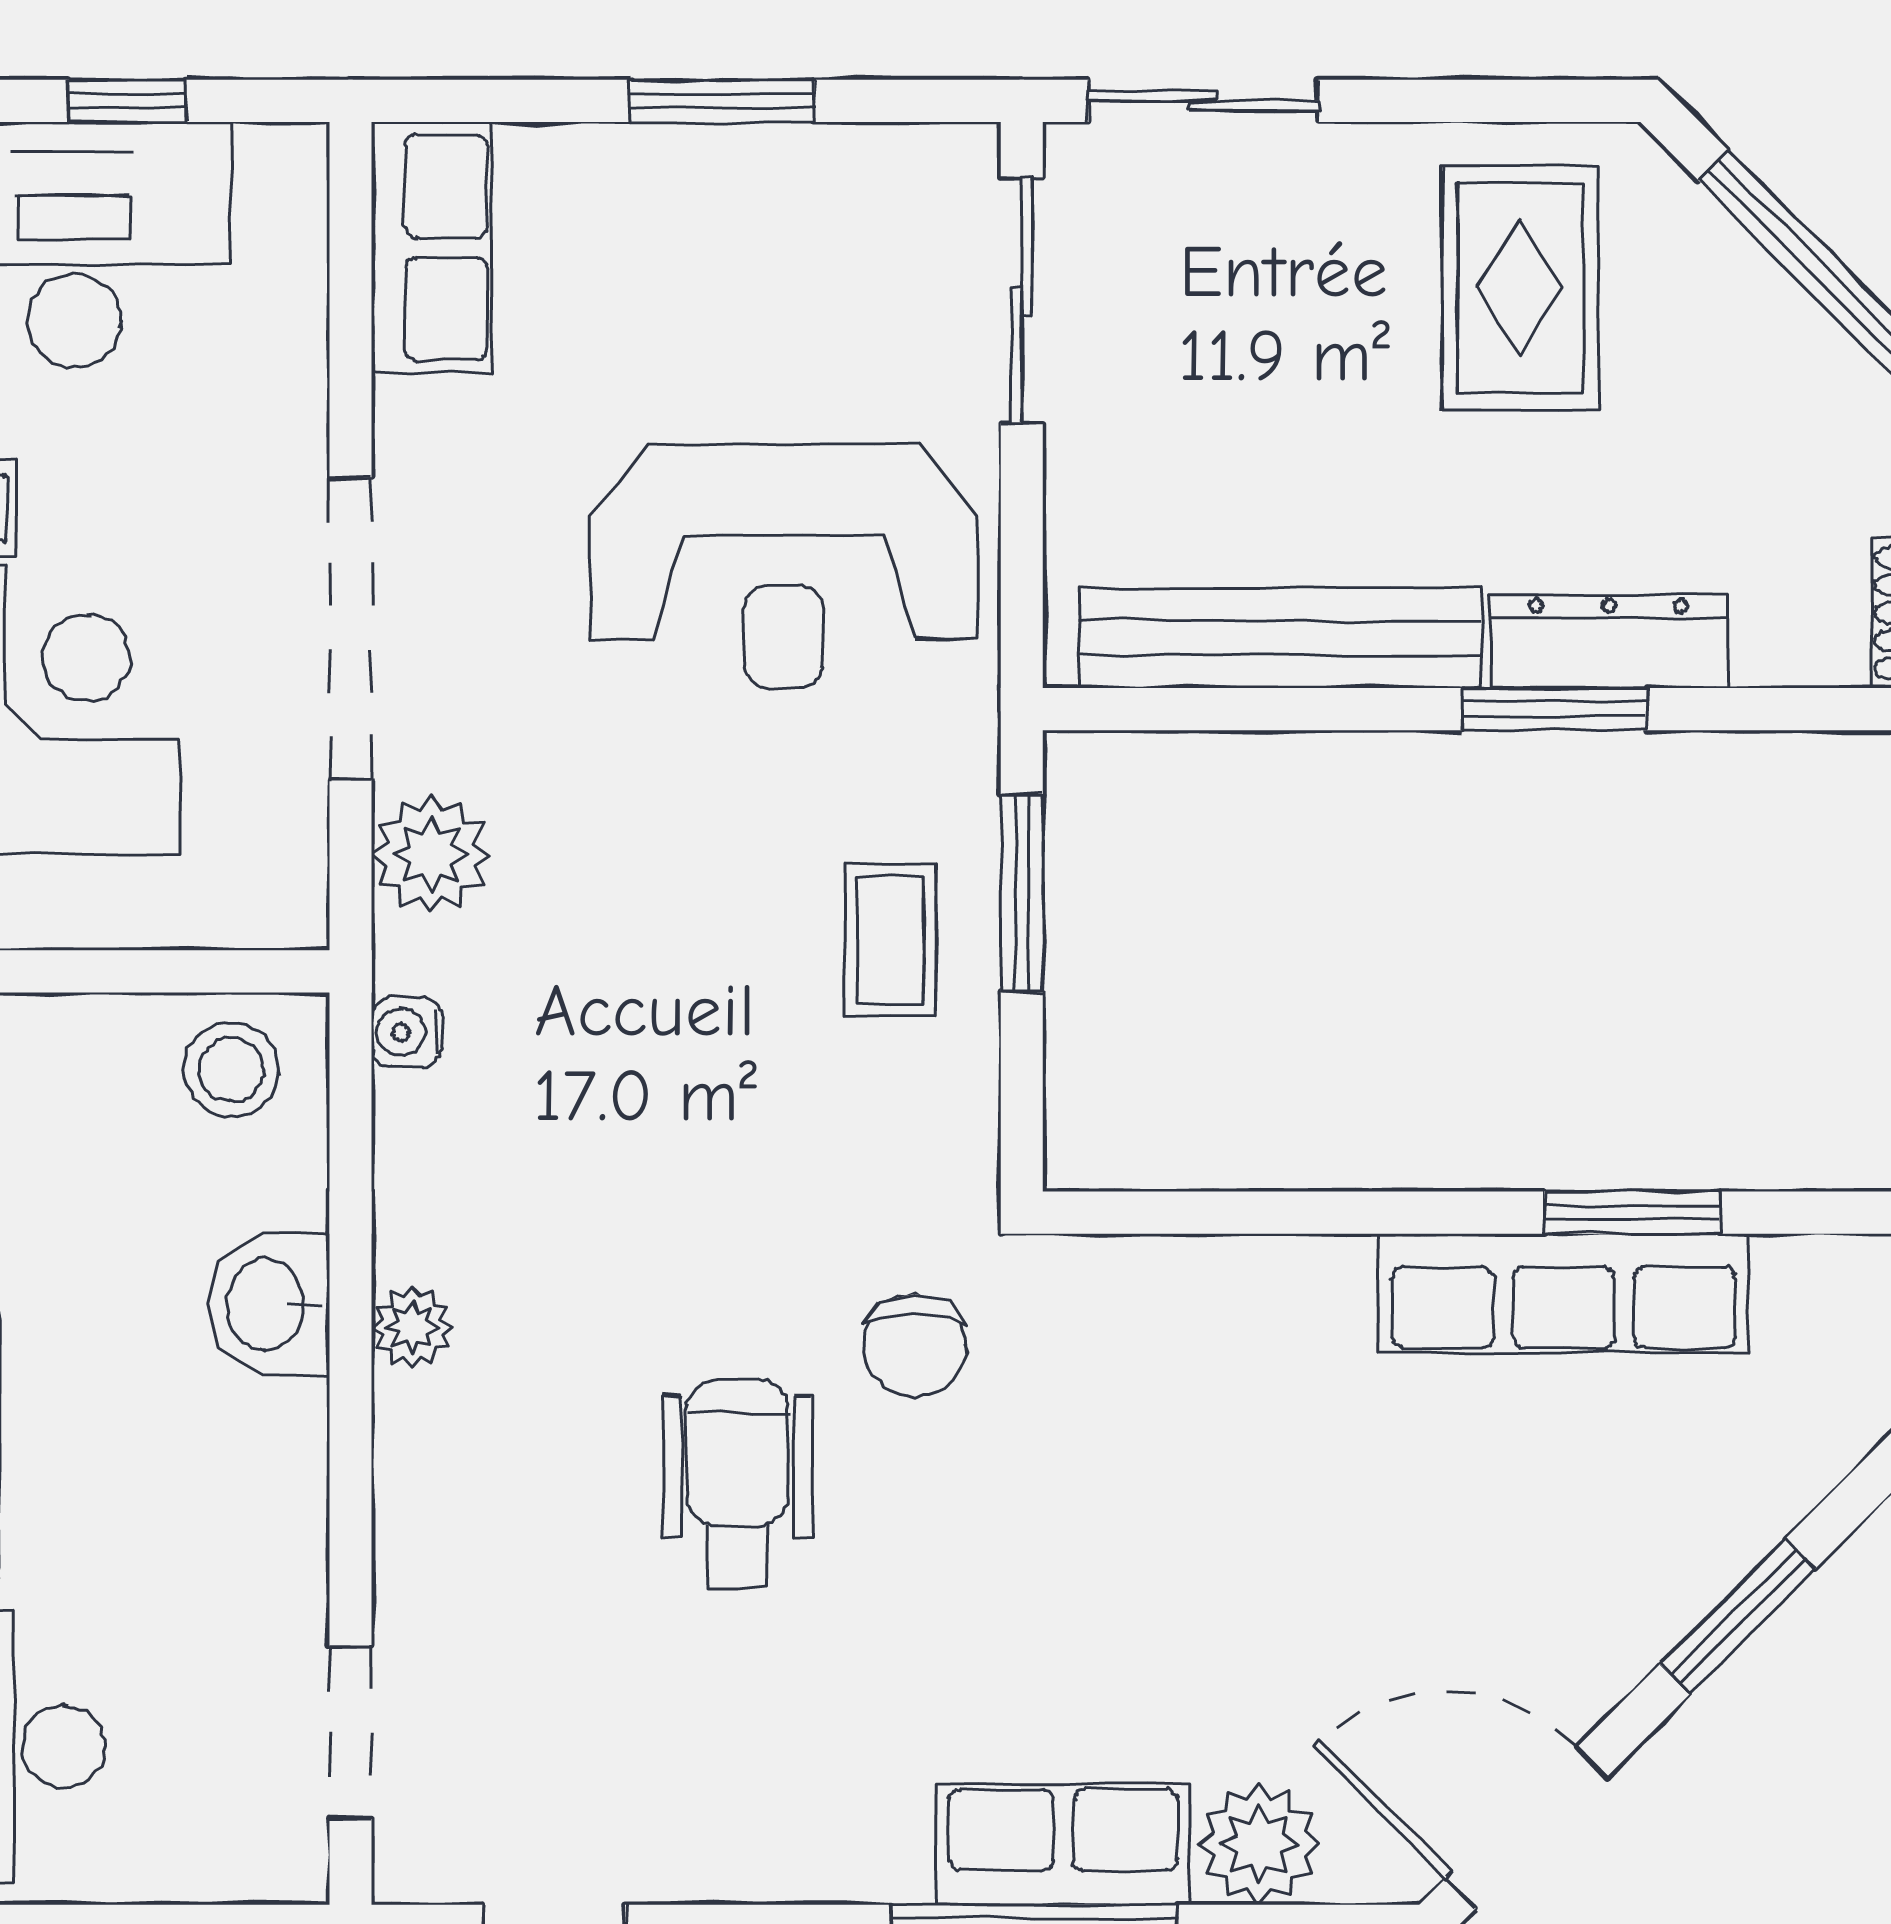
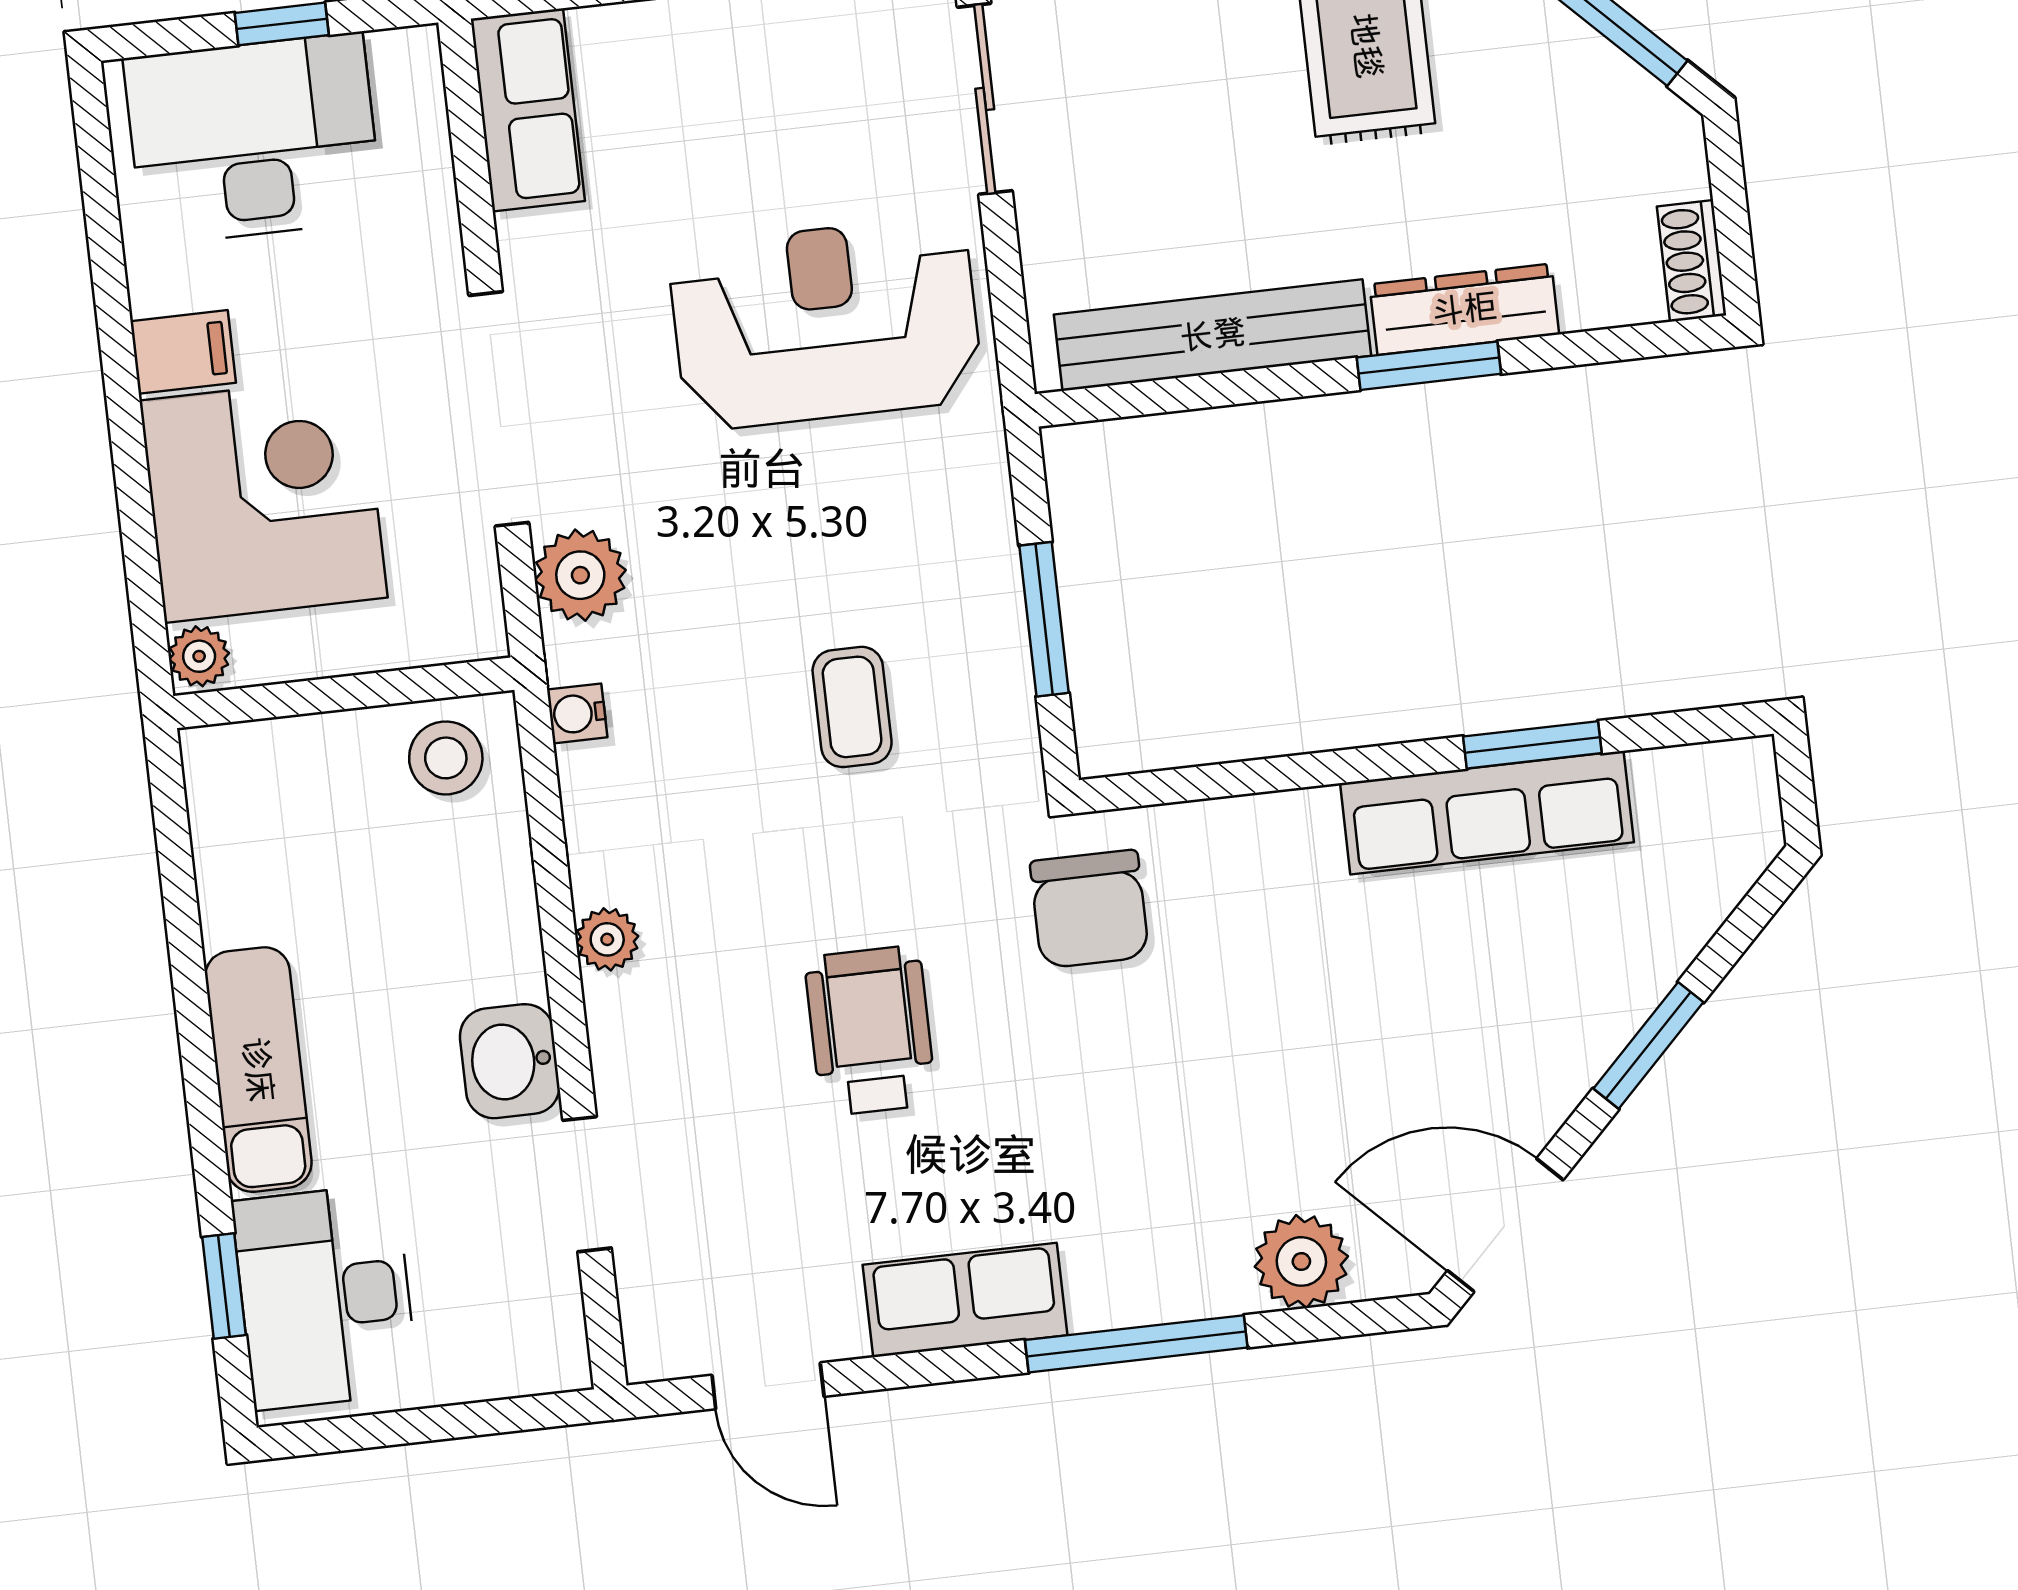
reception desk: (784, 566) -> (826, 323), turned 180
window: (1022, 893) -> (1044, 619), moved
coffee table: (891, 940) -> (852, 707), moved
washbasin: (269, 1304) -> (510, 1061), moved
chair: (915, 1345) -> (1089, 909), moved, width x1.37, depth x1.37
doorway: (350, 1733) -> (587, 1184), moved
row of seats: (1063, 1844) -> (965, 1300), moved

